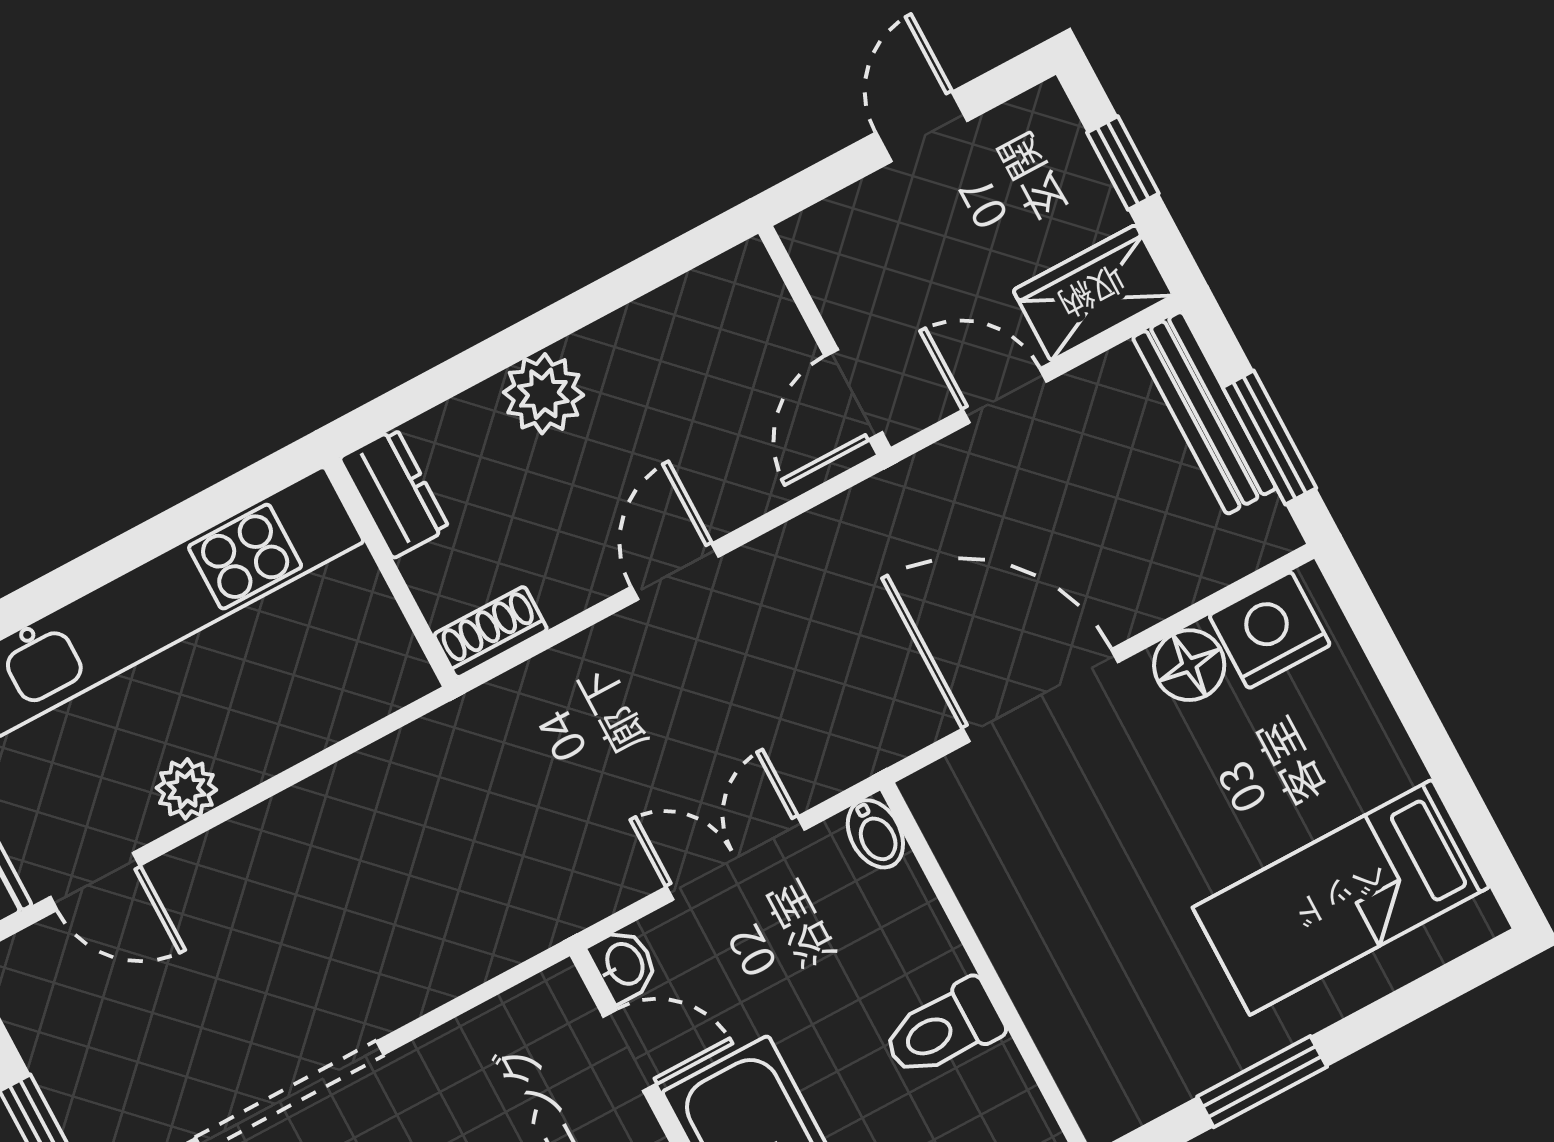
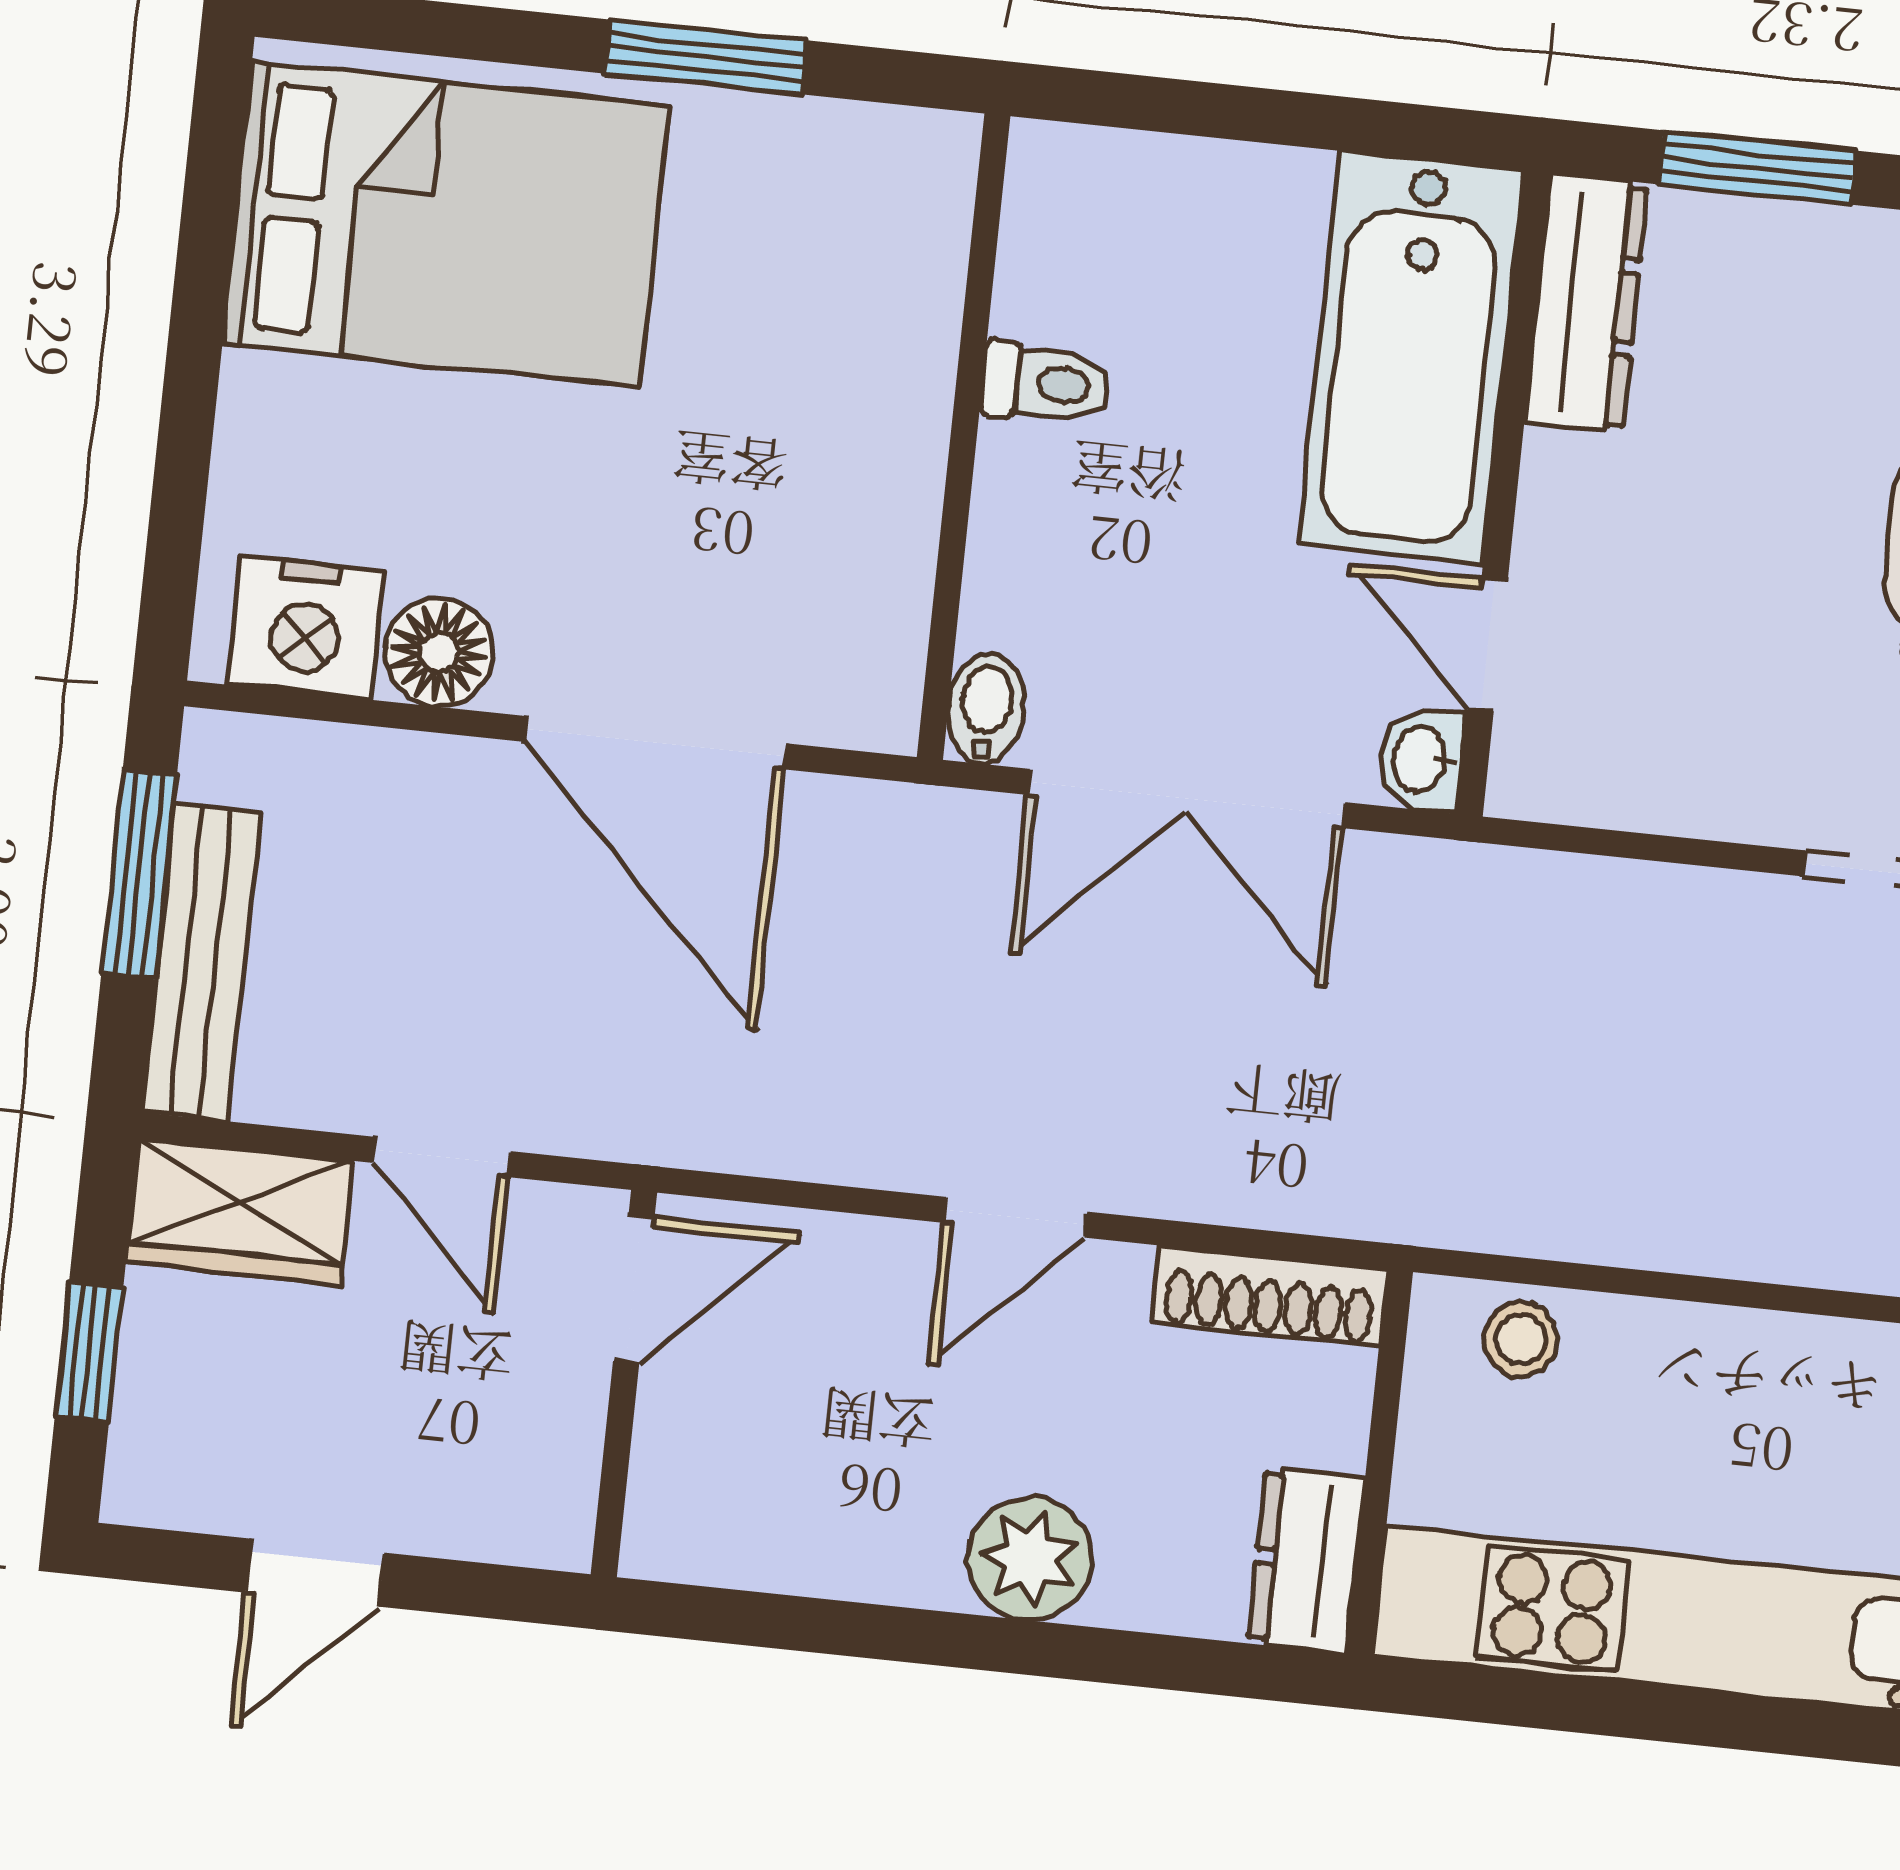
shoe rack: (491, 632) -> (1270, 1296), width x1.43
stool: (360, 690) -> (1521, 1339), added
plant: (186, 789) -> (1828, 1362), removed
double door: (735, 858) -> (1186, 798), width x1.37
bed: (1341, 897) -> (446, 224), width x1.50
toilet: (943, 1029) -> (1046, 383), width x0.73, depth x0.72

